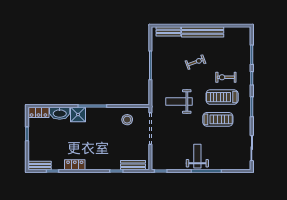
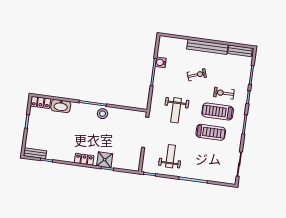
bench: (168, 31) -> (240, 51), moved
water cooler: (157, 54) -> (161, 62), added
weight bench: (179, 102) -> (176, 110), turned -90
shower: (78, 115) -> (105, 160), moved
stool: (127, 120) -> (103, 114), moved
weight bench: (197, 156) -> (170, 156), moved
locker: (75, 165) -> (84, 159), moved
bench: (133, 165) -> (124, 165), removed

